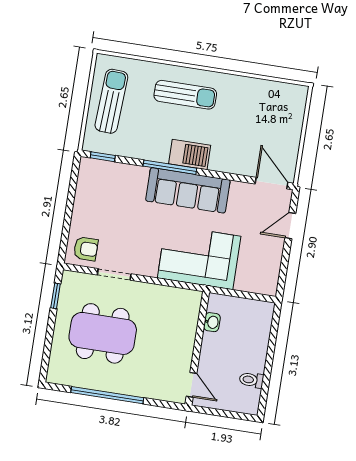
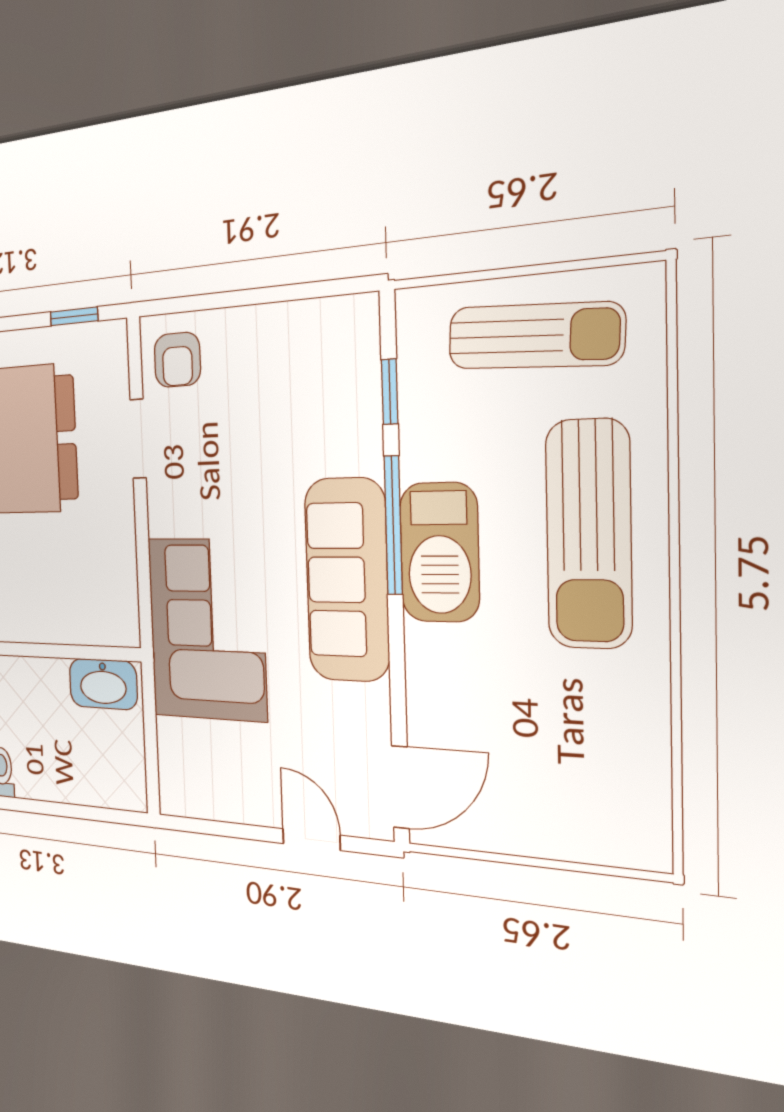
sun lounger: (185, 95) -> (589, 534), width x1.36, depth x1.34
barbecue: (190, 155) -> (439, 552), width x1.37, depth x1.21
window: (103, 157) -> (390, 392), moved
washbasin: (212, 322) -> (103, 684), width x1.91, depth x1.45

